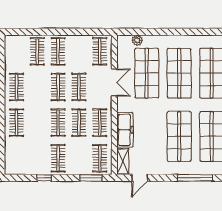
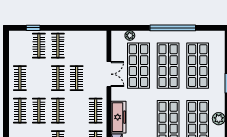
window: (31, 32) -> (33, 28), added
window: (184, 32) -> (173, 28), added
clothes rail: (100, 51) -> (96, 46), removed
clothes rail: (79, 123) -> (39, 111), moved

